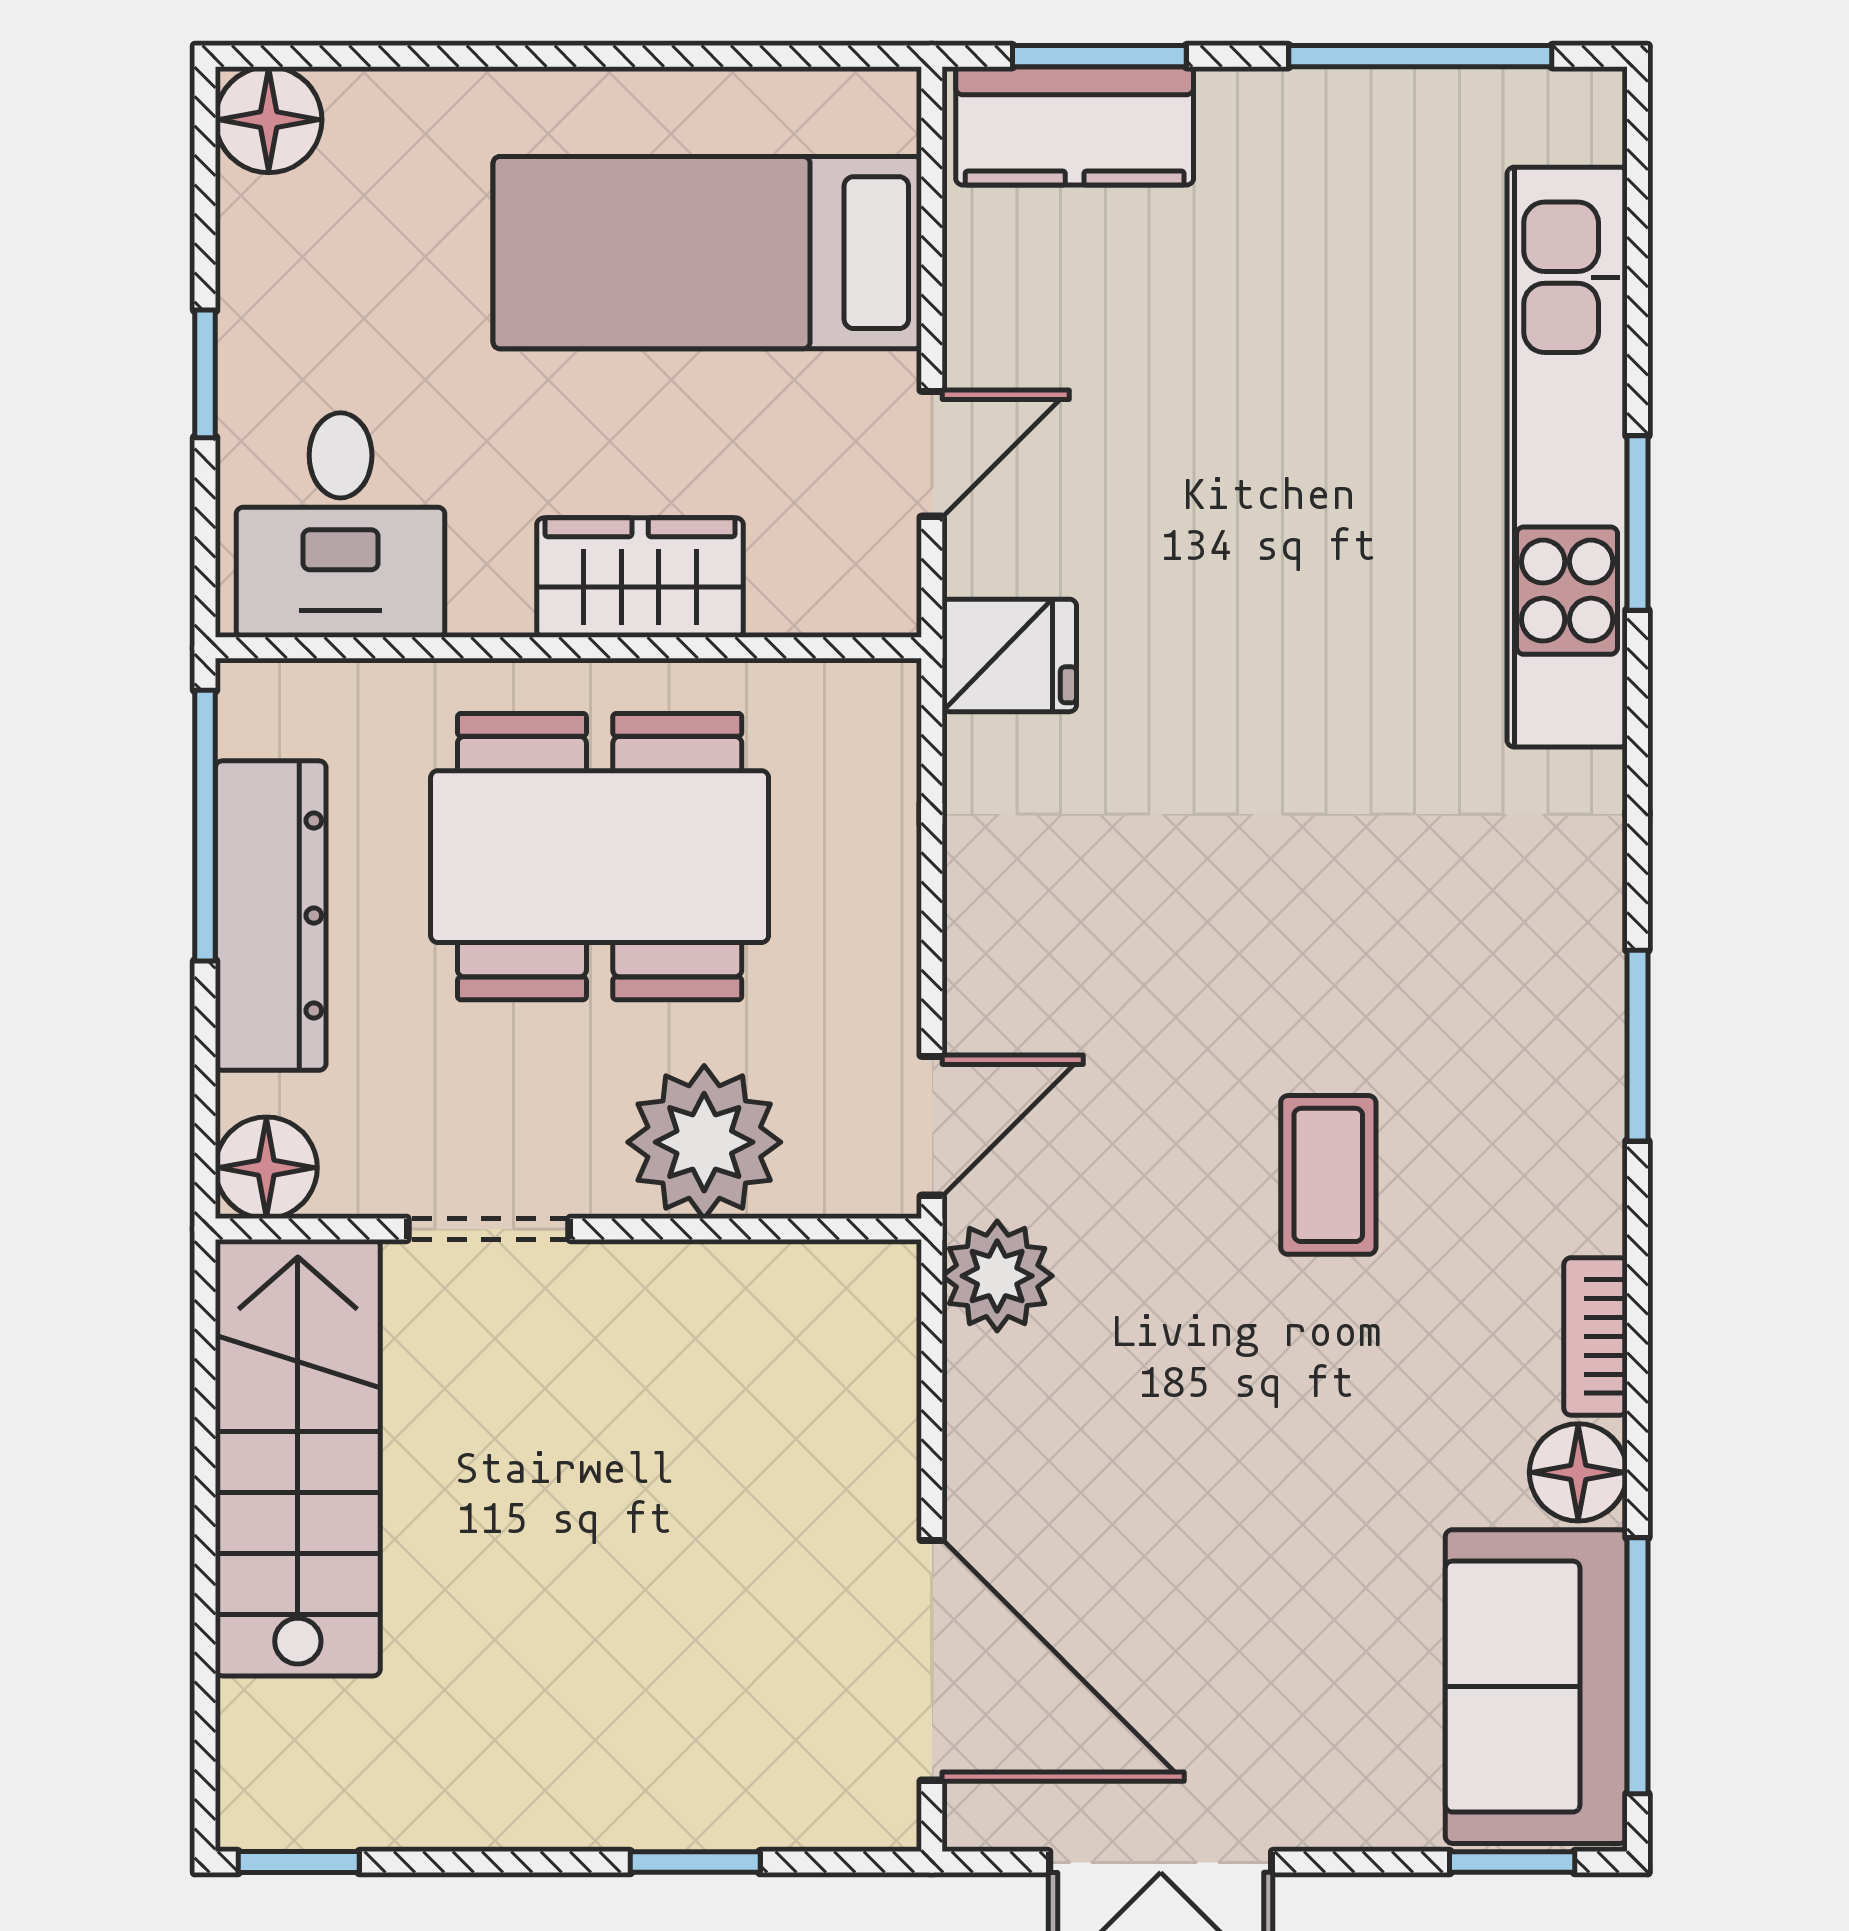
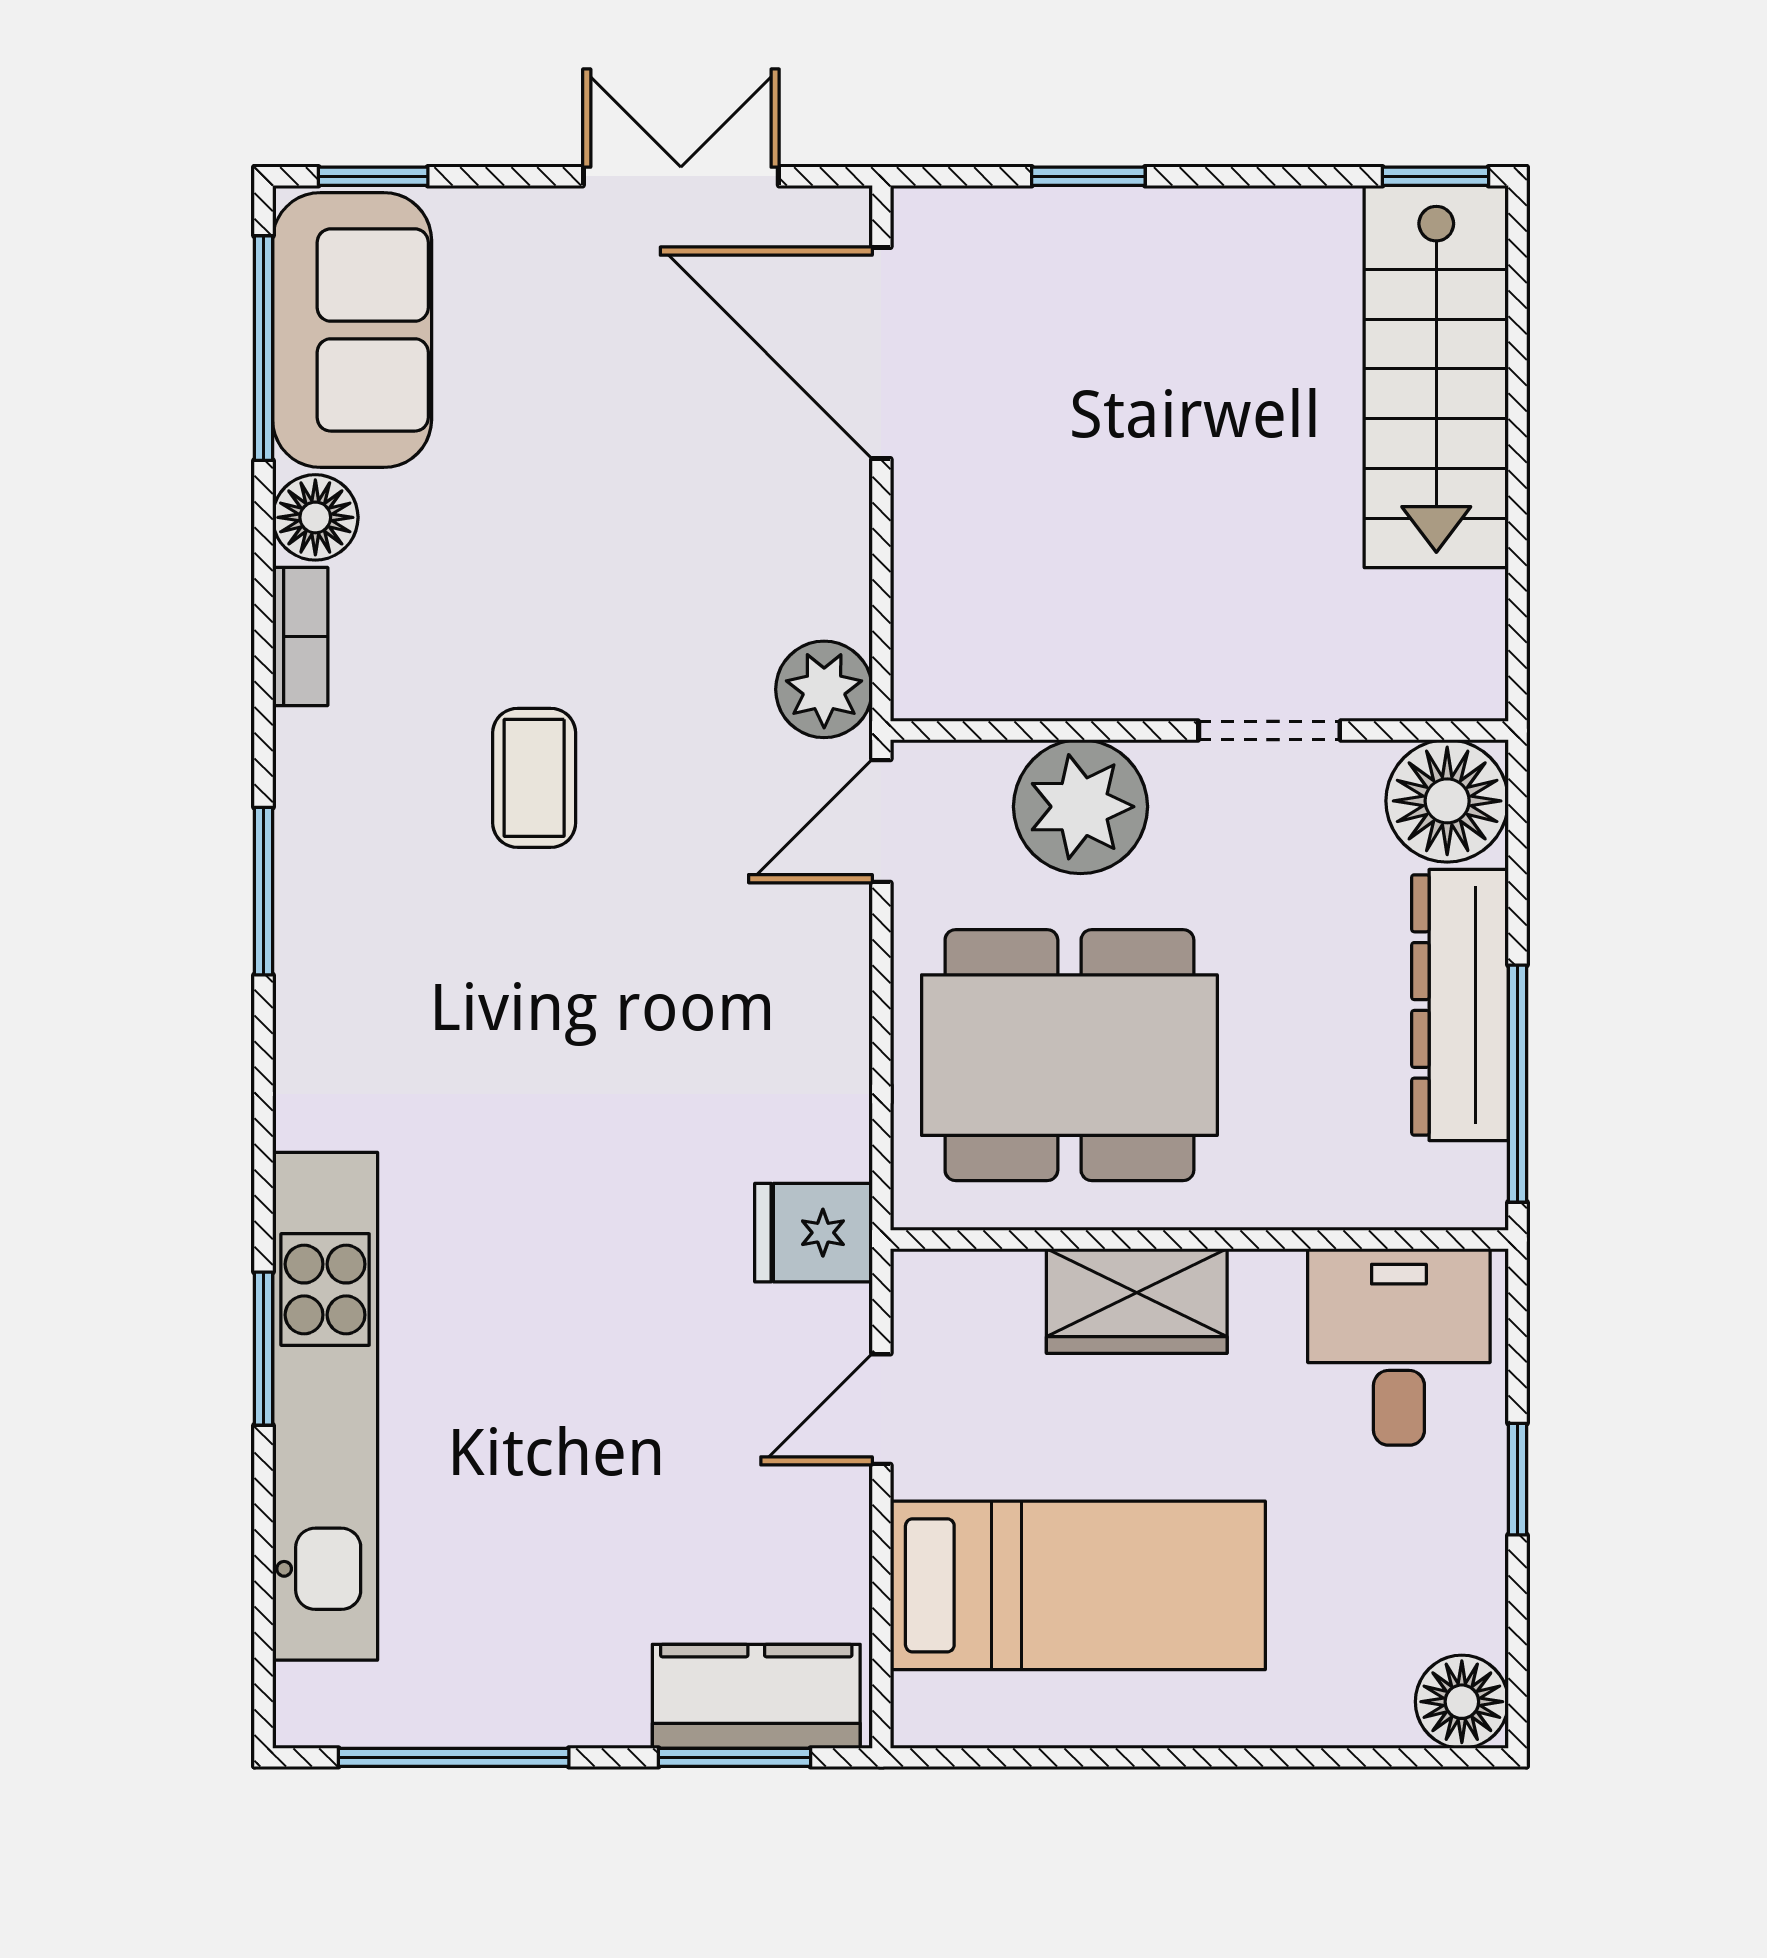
dining table: (600, 857) -> (1069, 1055), moved
floor lamp: (266, 1168) -> (1447, 801), width x1.38, depth x1.38
stairs: (298, 1458) -> (1436, 377), moved

